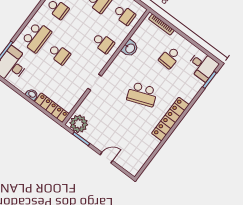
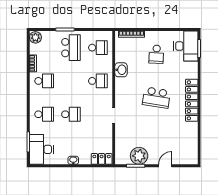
school desk: (36, 37) -> (44, 114), width x0.54
desk: (202, 66) -> (186, 46), width x1.37
school desk: (142, 94) -> (156, 98), turned 30
locker: (52, 108) -> (102, 159), width x0.66
plant: (79, 124) -> (139, 156), moved

